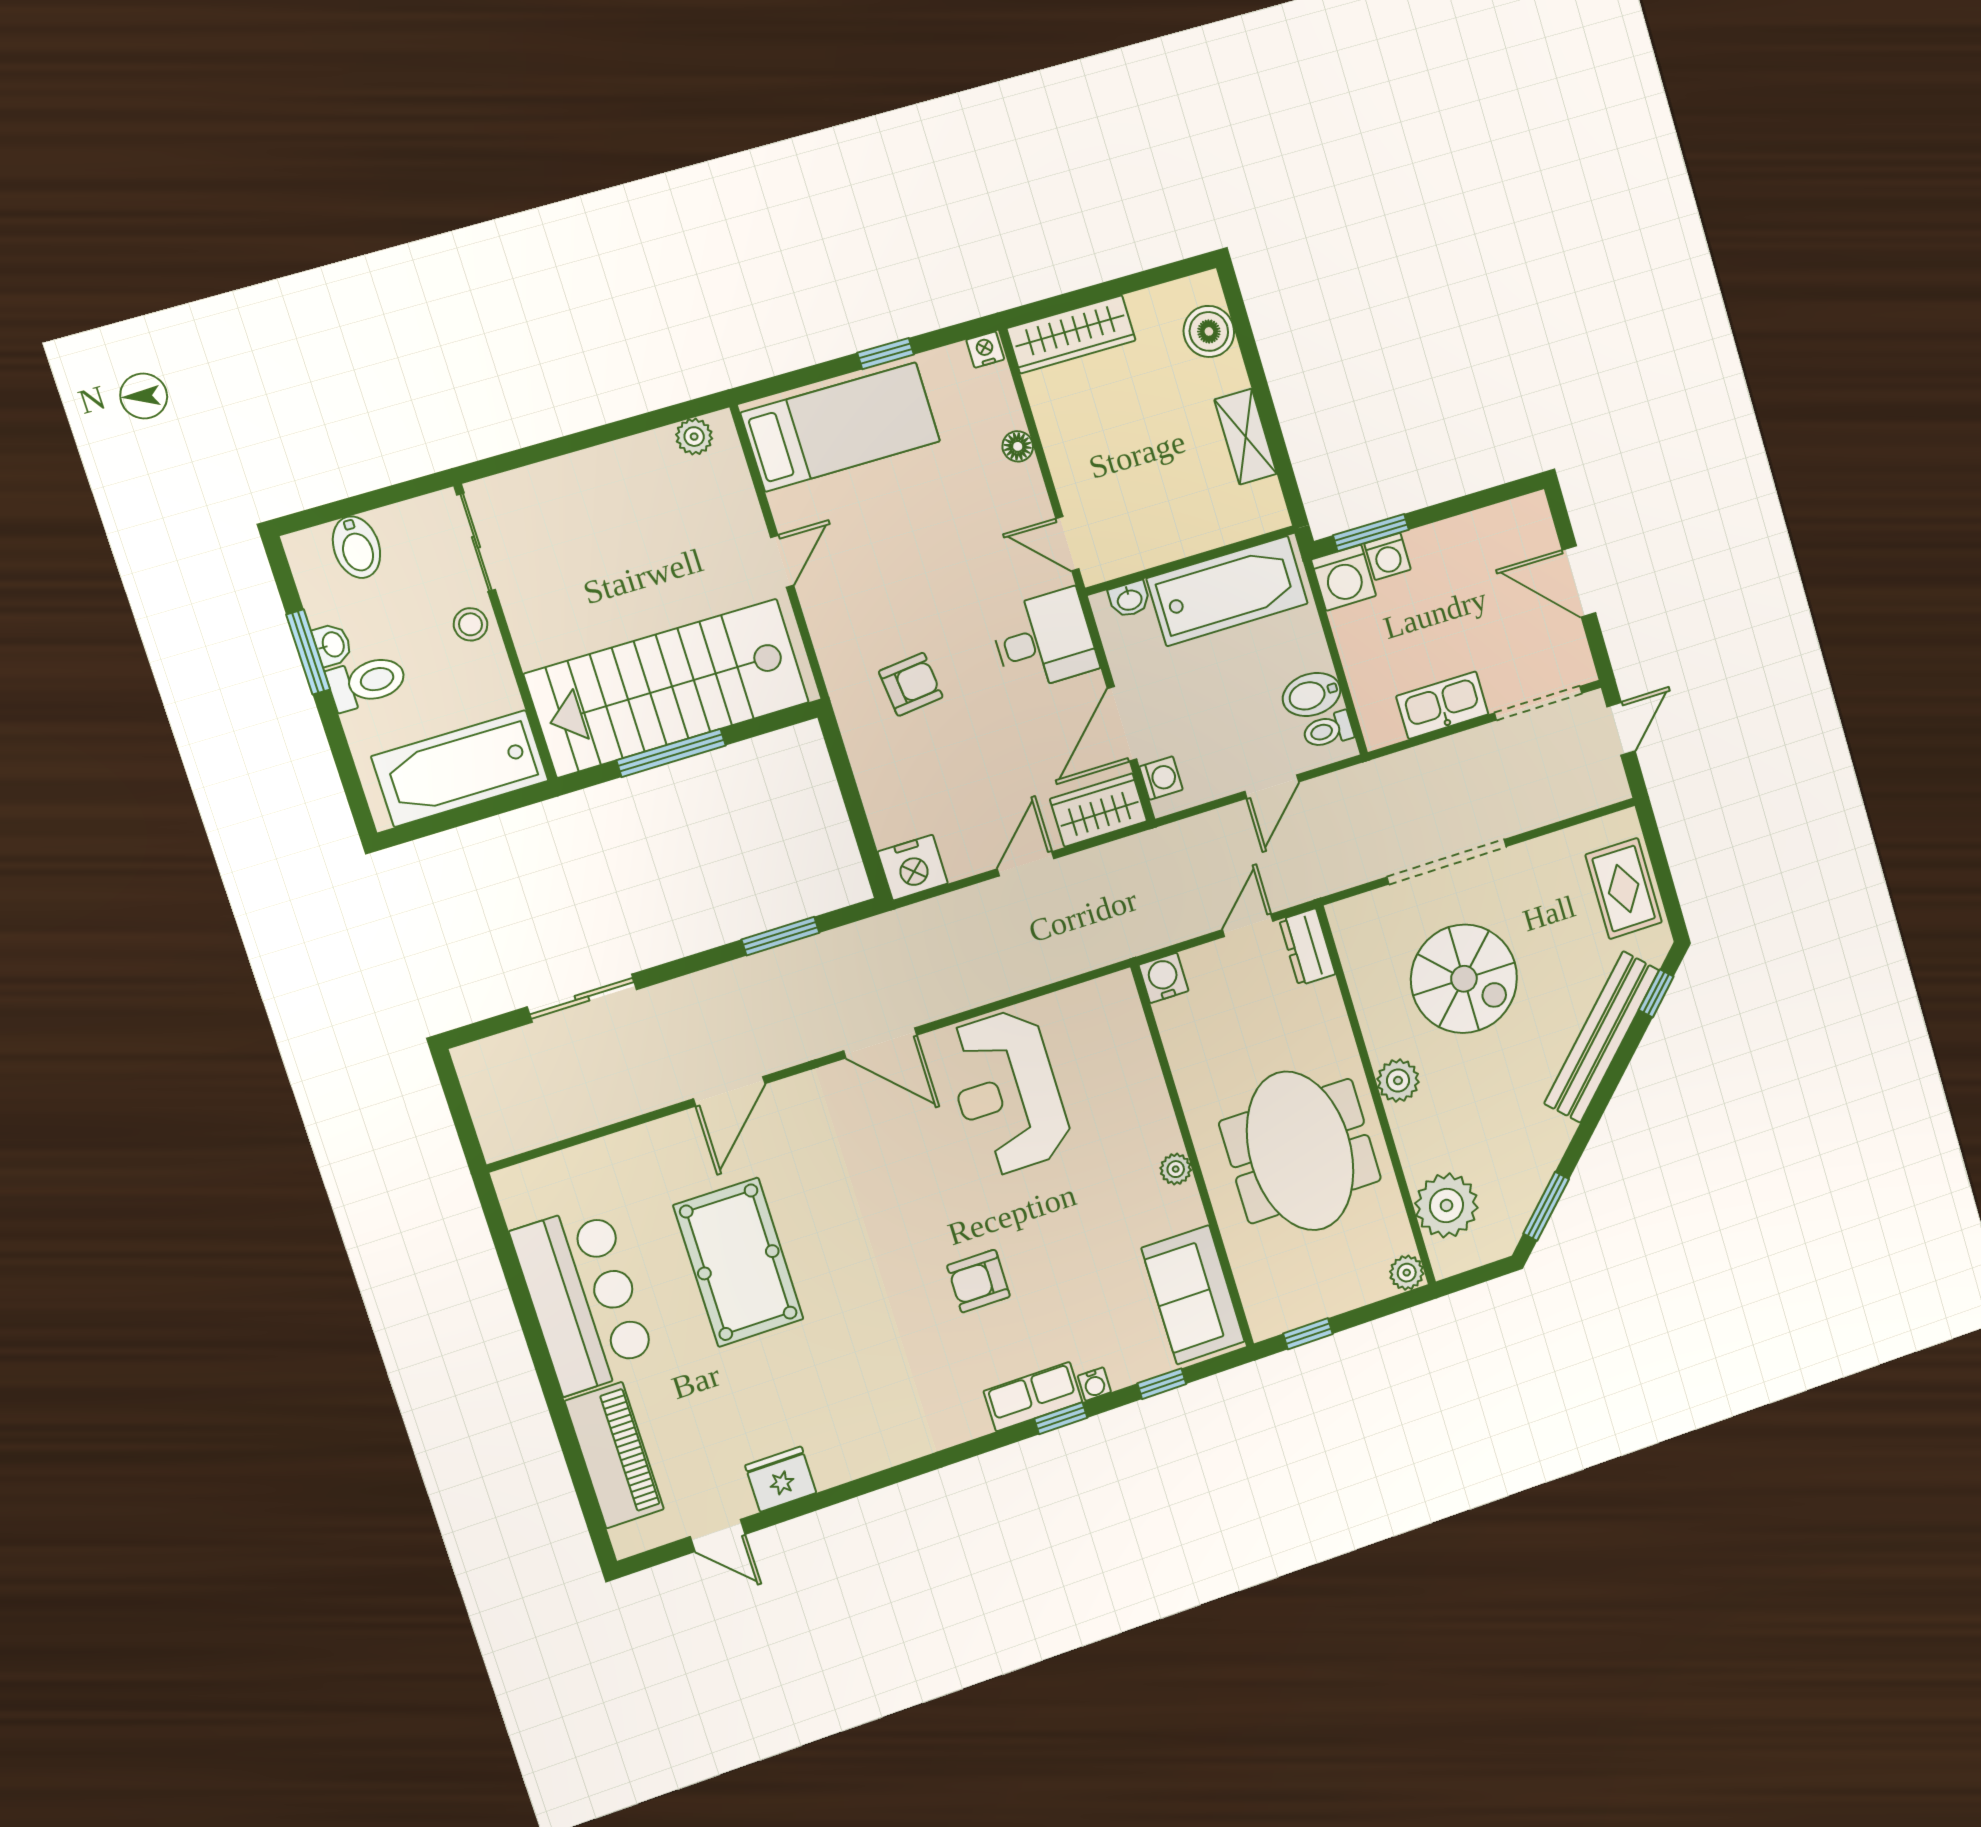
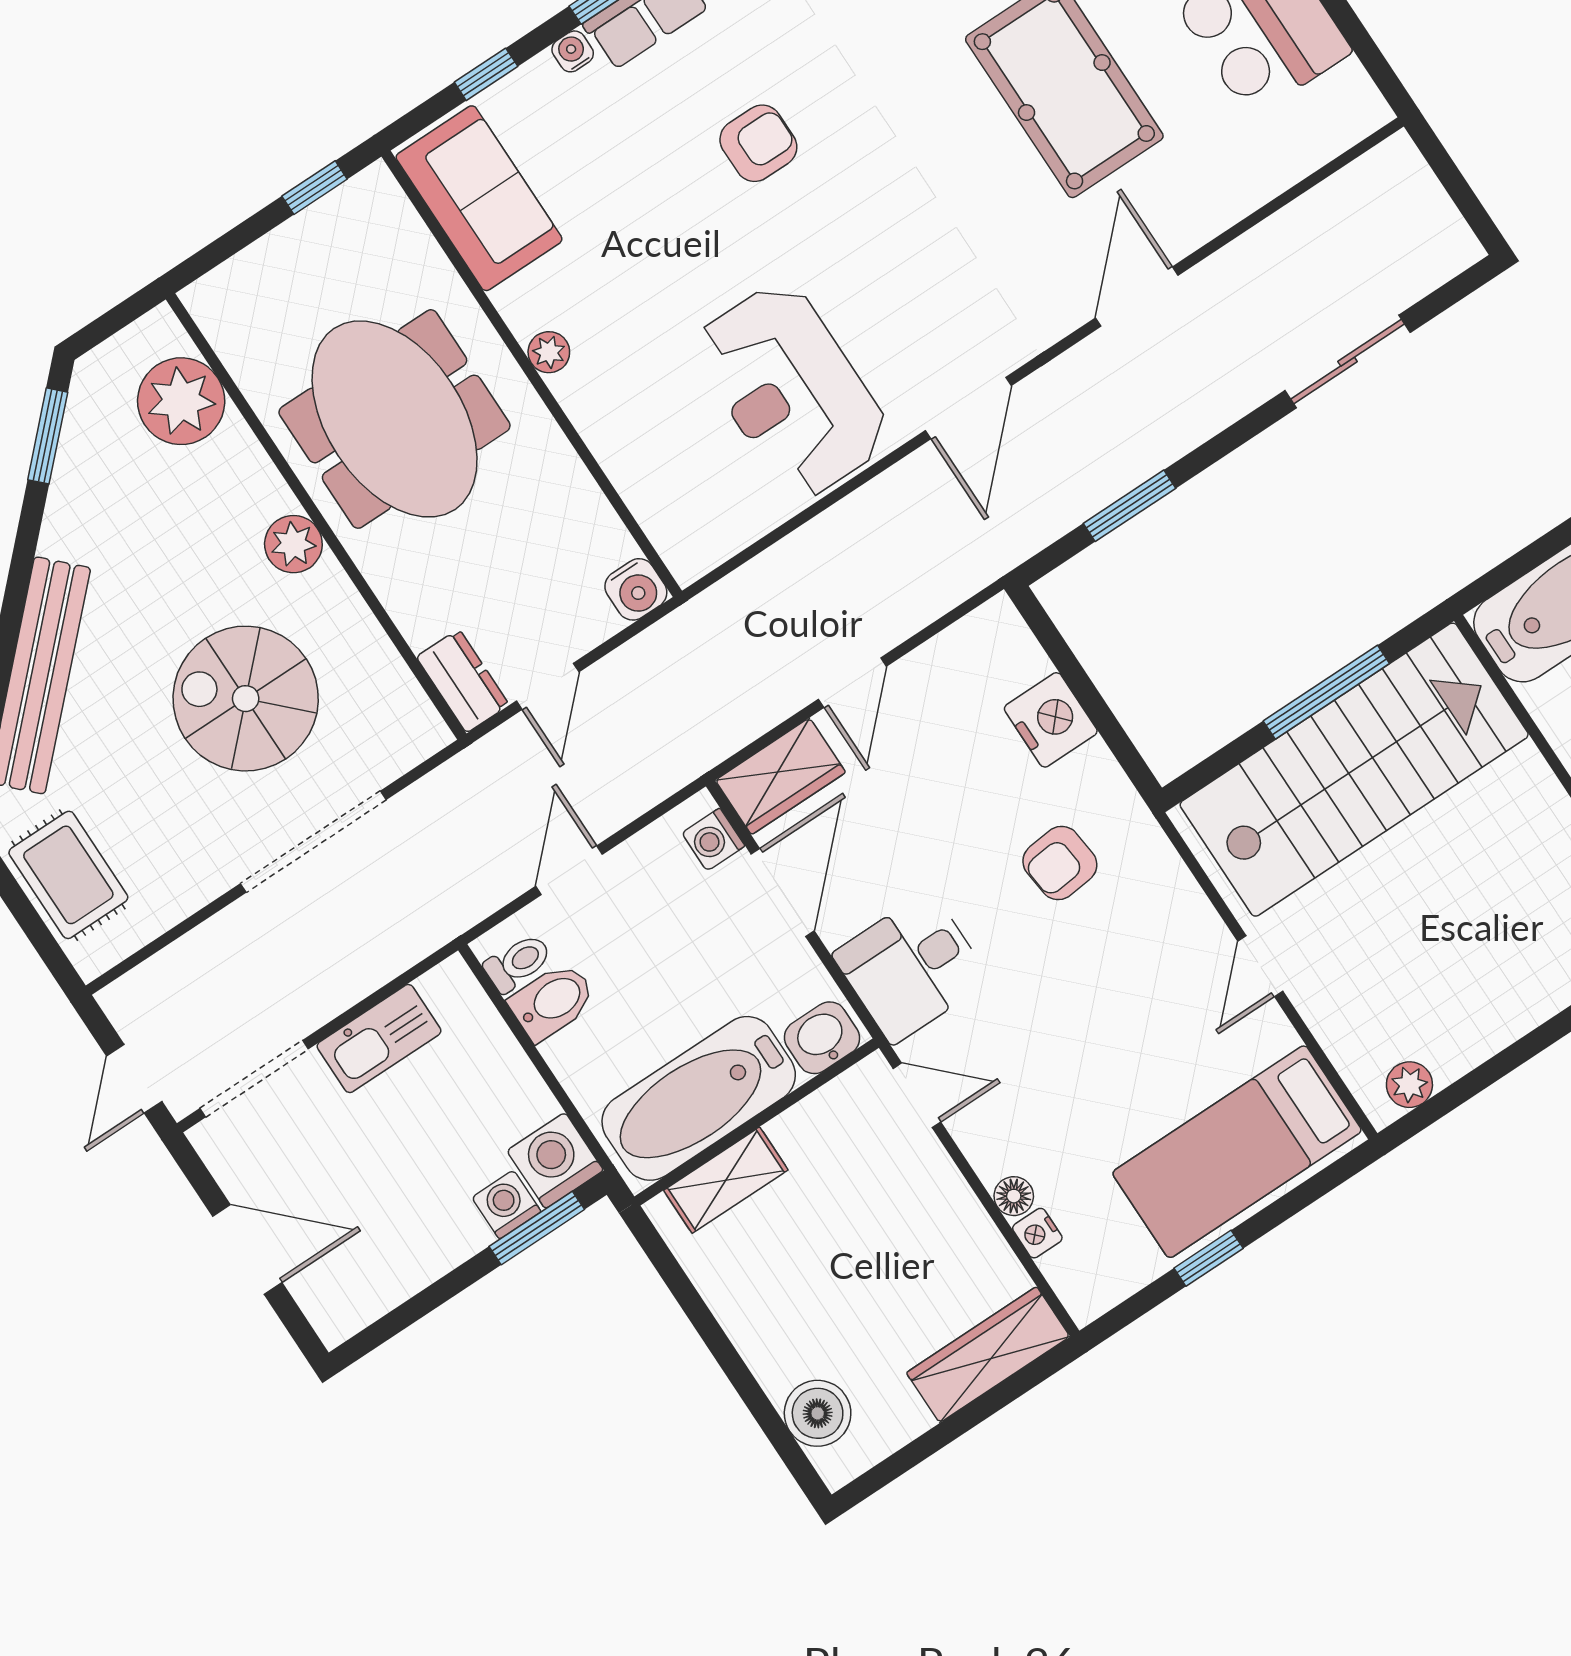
nightstand: (985, 350) -> (1037, 1233), moved, turned 90
shelving: (1246, 437) -> (726, 1180), moved, turned 90
washbasin: (1129, 599) -> (822, 1038), width x1.38, depth x1.45
nightstand: (913, 868) -> (1051, 720), moved, turned 90
door: (880, 1043) -> (968, 408), swing flipped
reception desk: (1007, 1092) -> (791, 391), turned 180
plant: (1407, 1273) -> (208, 301), removed

